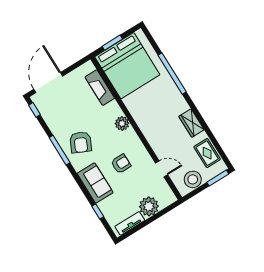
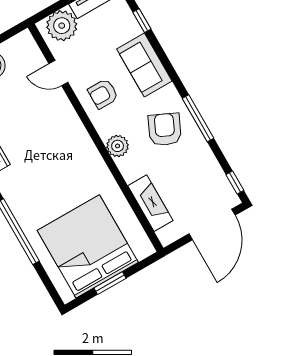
fireplace: (100, 88) -> (150, 203), moved
plant: (122, 123) -> (118, 146), moved
wall: (136, 128) -> (96, 138), moved
door: (162, 169) -> (58, 73), moved

